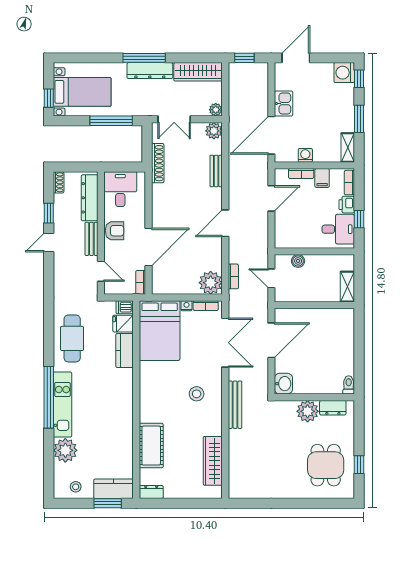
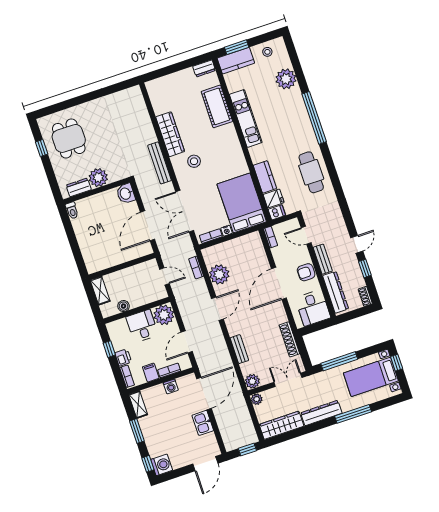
window: (144, 58) -> (353, 414), moved
desk: (338, 229) -> (142, 326), moved, turned 90
plant: (286, 236) -> (164, 315), added
door: (149, 247) -> (279, 283), moved
boiler: (298, 261) -> (124, 306), moved
plant: (211, 283) -> (219, 274), moved
kitchen unit: (62, 404) -> (246, 118), moved, turned 180
wardrobe: (213, 461) -> (170, 134), moved

